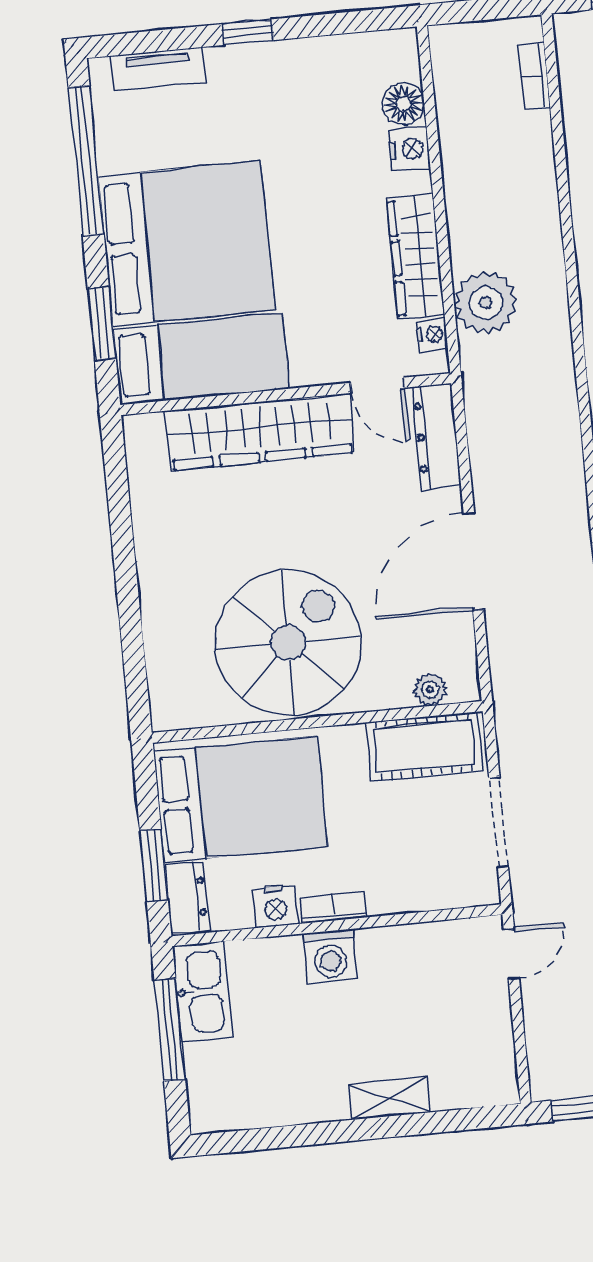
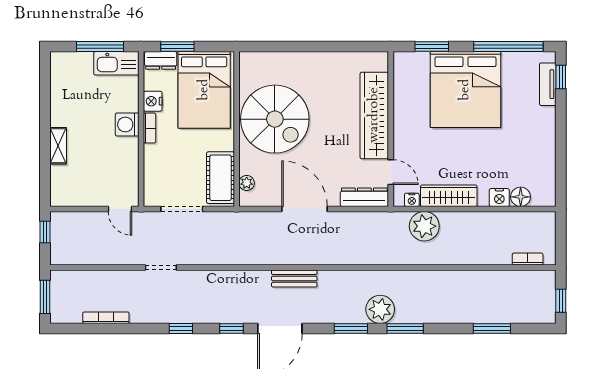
window: (248, 32) -> (561, 77), moved
bed: (201, 359) -> (411, 91), removed
door: (378, 385) -> (391, 172), swing flipped

